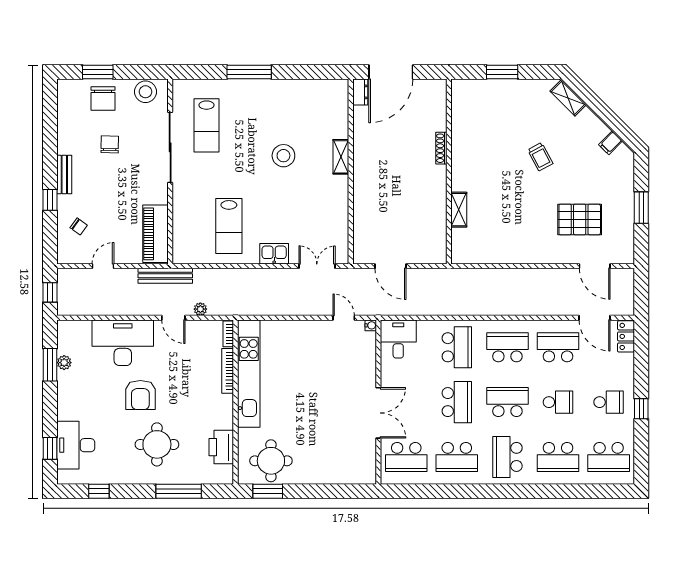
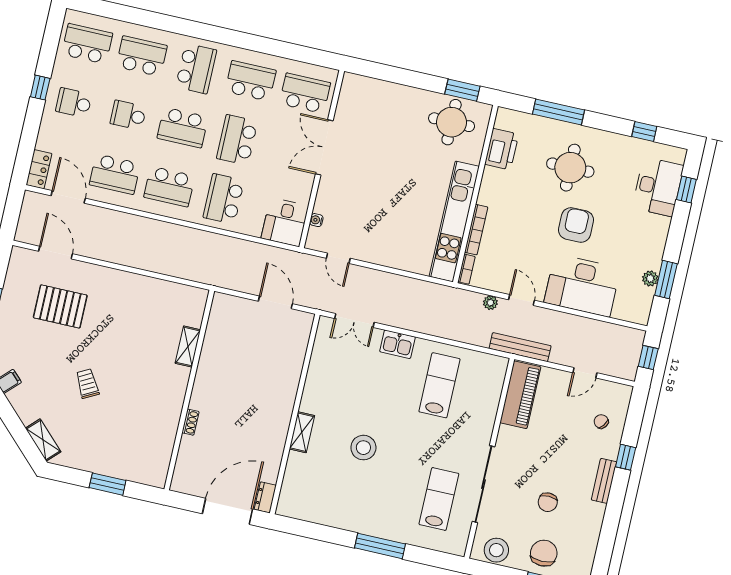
shoe rack: (441, 148) -> (190, 422), width x0.70
water cooler: (371, 325) -> (316, 220), moved

